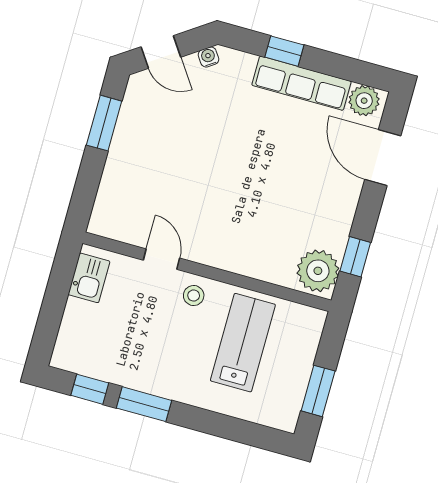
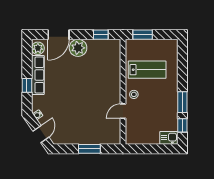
window: (104, 123) -> (89, 149), moved
plant: (318, 271) -> (78, 48), moved
kitchen sink: (89, 278) -> (169, 138), moved
lab bench: (243, 343) -> (147, 70), turned 180
window: (318, 391) -> (143, 35), moved

